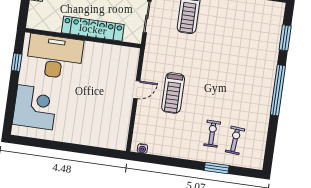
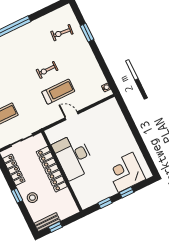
desk: (55, 57) -> (73, 157), moved
window: (12, 94) -> (127, 192), added
exercise bike: (212, 134) -> (47, 70), moved

